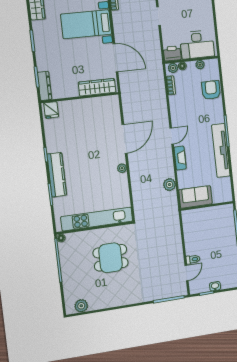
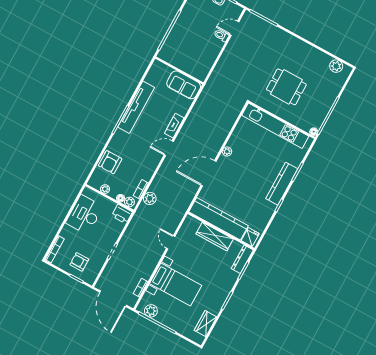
desk: (197, 45) -> (84, 215), moved, turned -90
door: (115, 58) -> (171, 242), width x0.53
wardrobe: (97, 87) -> (215, 236), moved
kitchen counter: (89, 106) -> (218, 219), added
plant: (170, 185) -> (150, 198), moved

